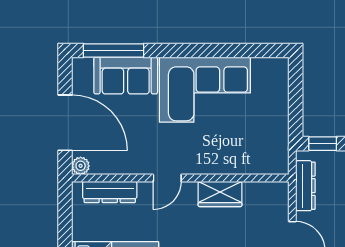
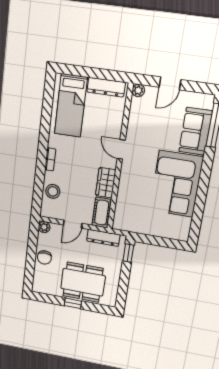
door: (65, 123) -> (170, 83), width x0.53
dresser: (110, 192) -> (106, 87), moved, turned -90
cot: (266, 194) -> (102, 212), added

